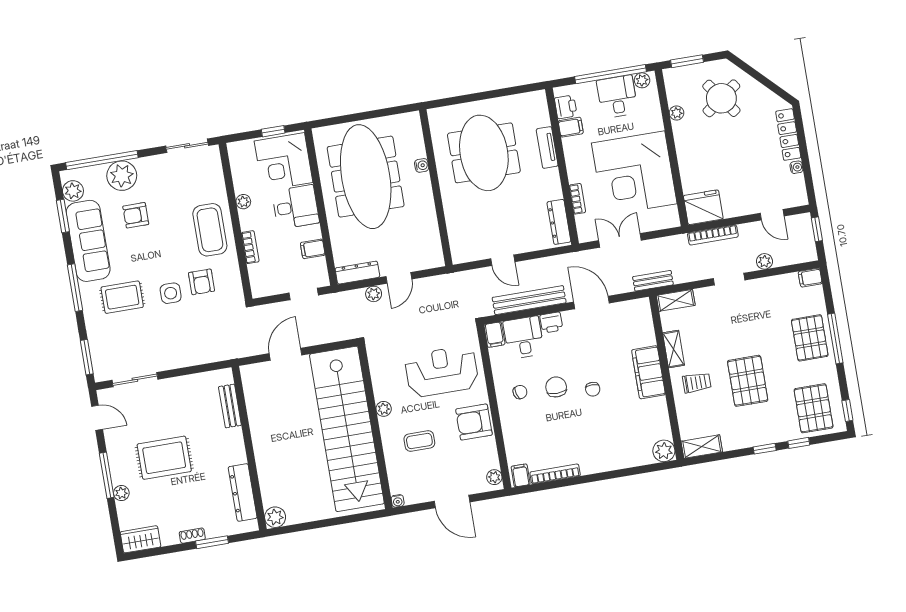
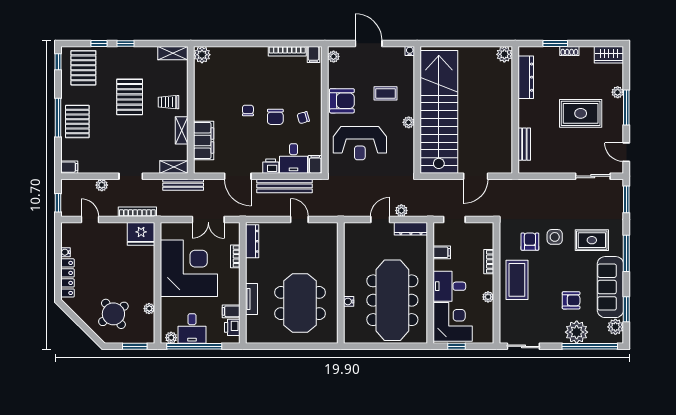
bench: (653, 281) -> (183, 185), width x1.36
filing cabinet: (648, 372) -> (204, 140), moved

